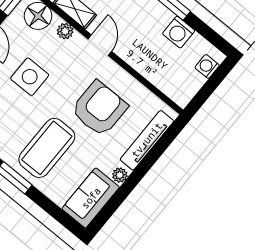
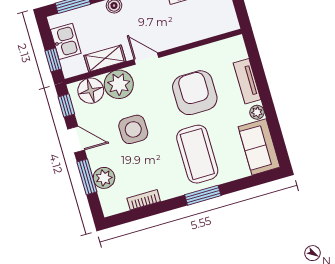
plant: (65, 31) -> (119, 84), width x1.88, depth x1.88
tv unit: (147, 140) -> (247, 81), width x0.71

